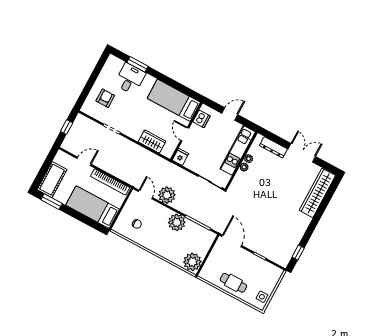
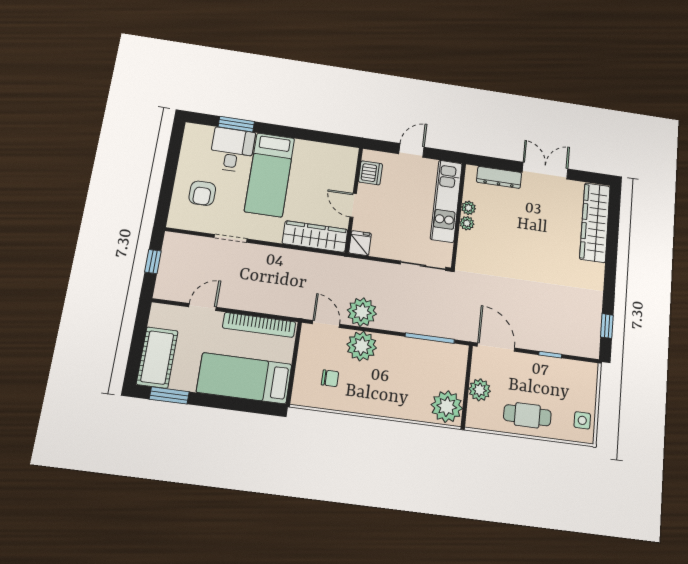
armchair: (105, 98) -> (202, 193), turned 180
bed: (174, 100) -> (270, 175), moved, turned -90
wardrobe: (152, 141) -> (315, 236), width x1.50
plant: (177, 222) -> (362, 346), moved
plant: (213, 260) -> (480, 390), added

